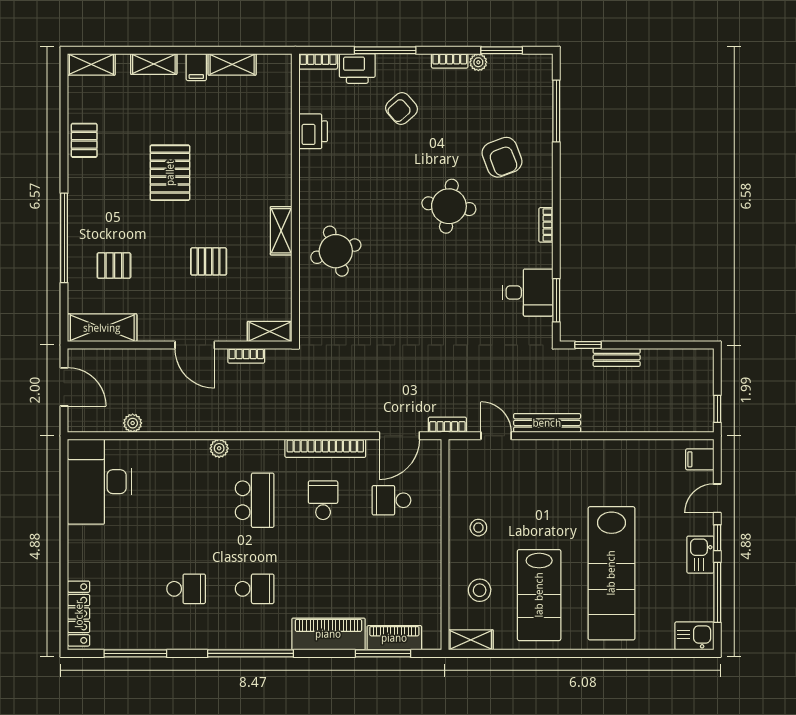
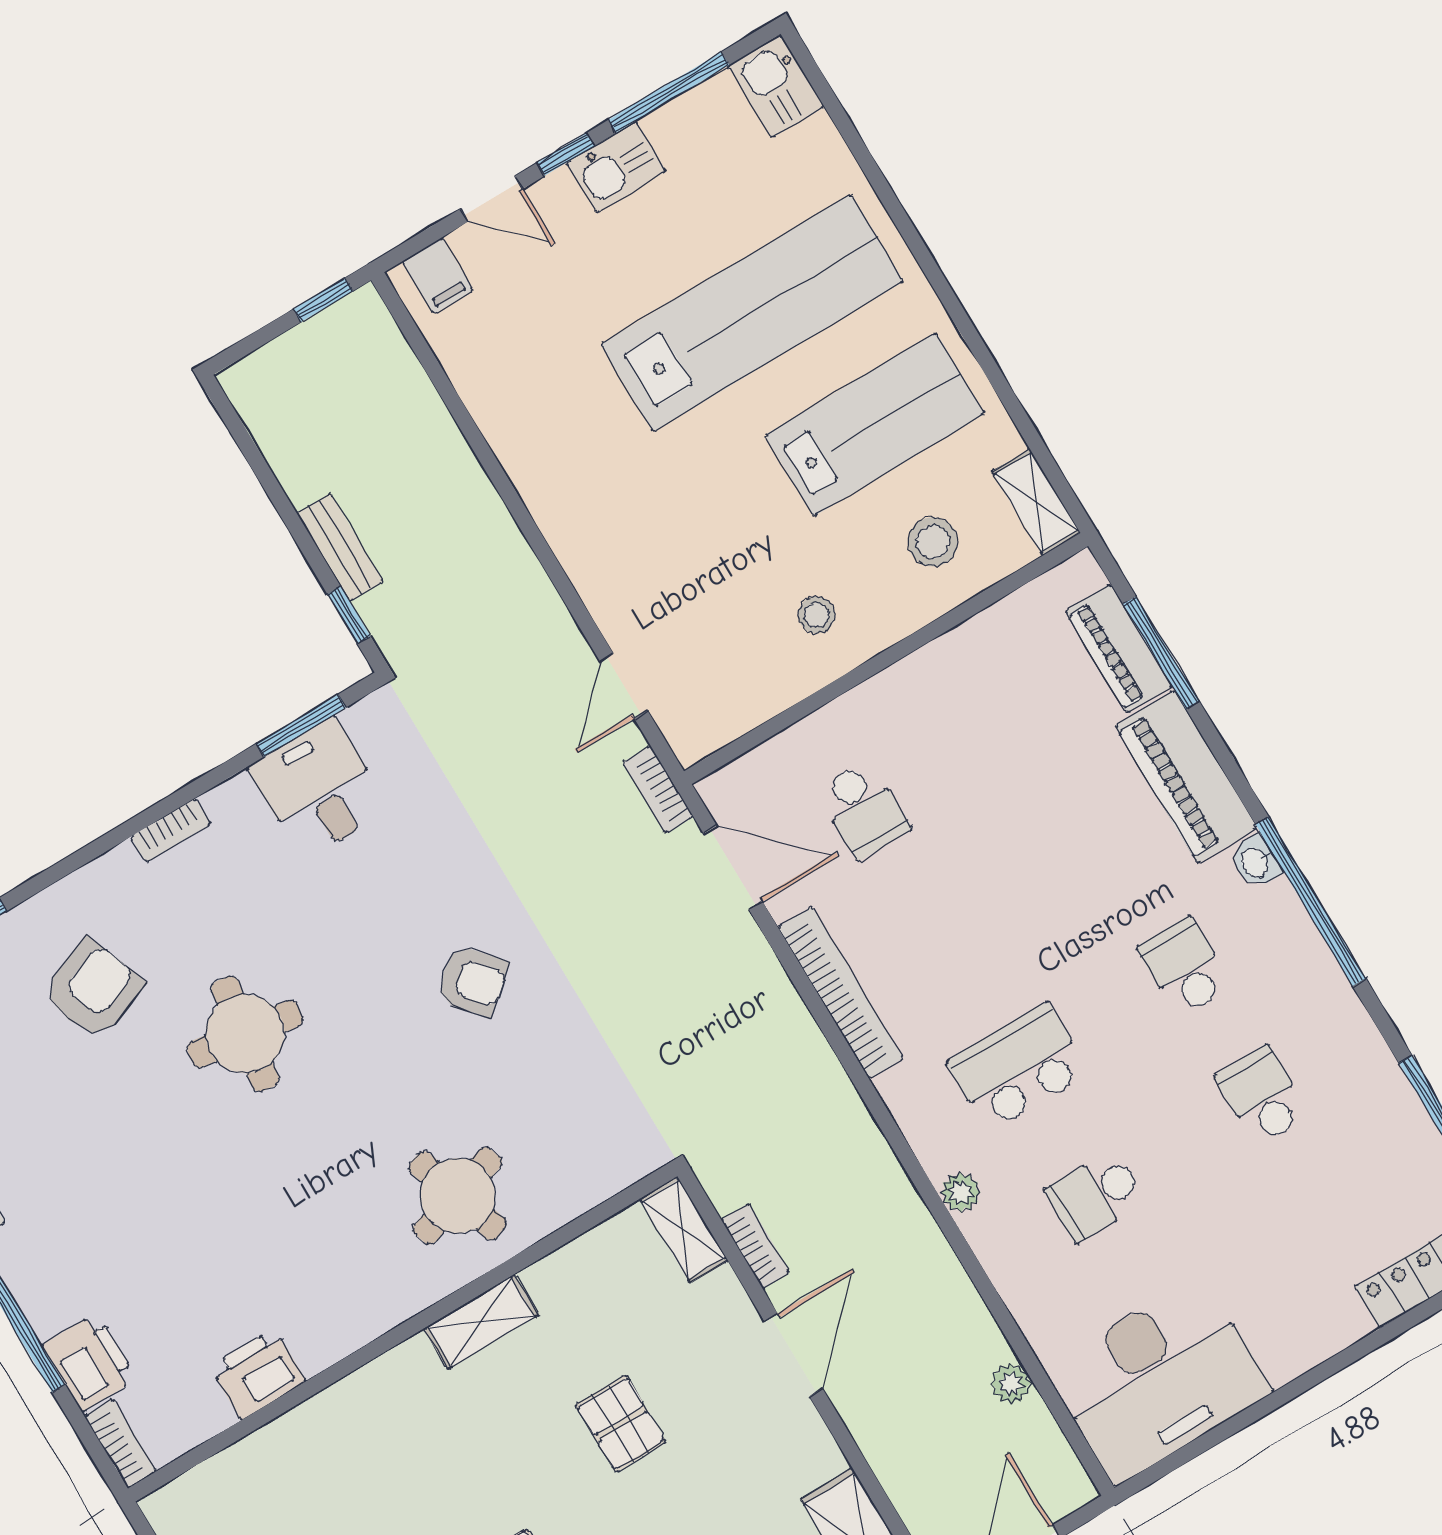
armchair: (402, 108) -> (472, 981), moved
bench: (547, 423) -> (542, 604), removed
school desk: (323, 500) -> (1095, 1196), moved
washbasin: (279, 641) -> (1255, 862), added

